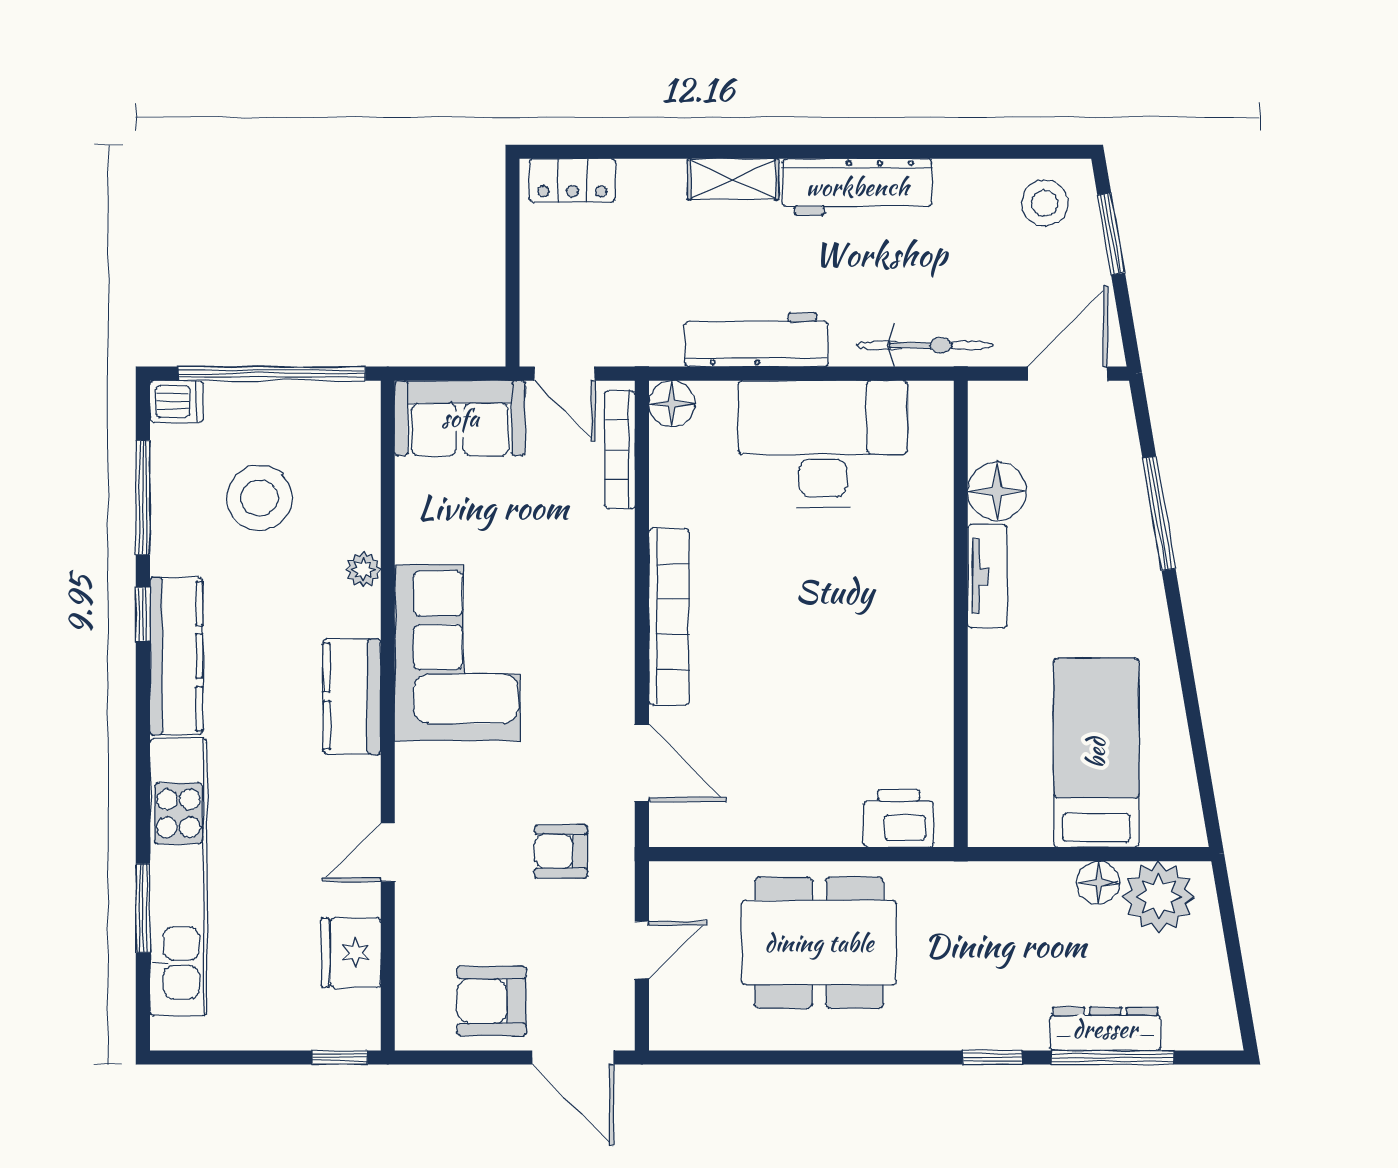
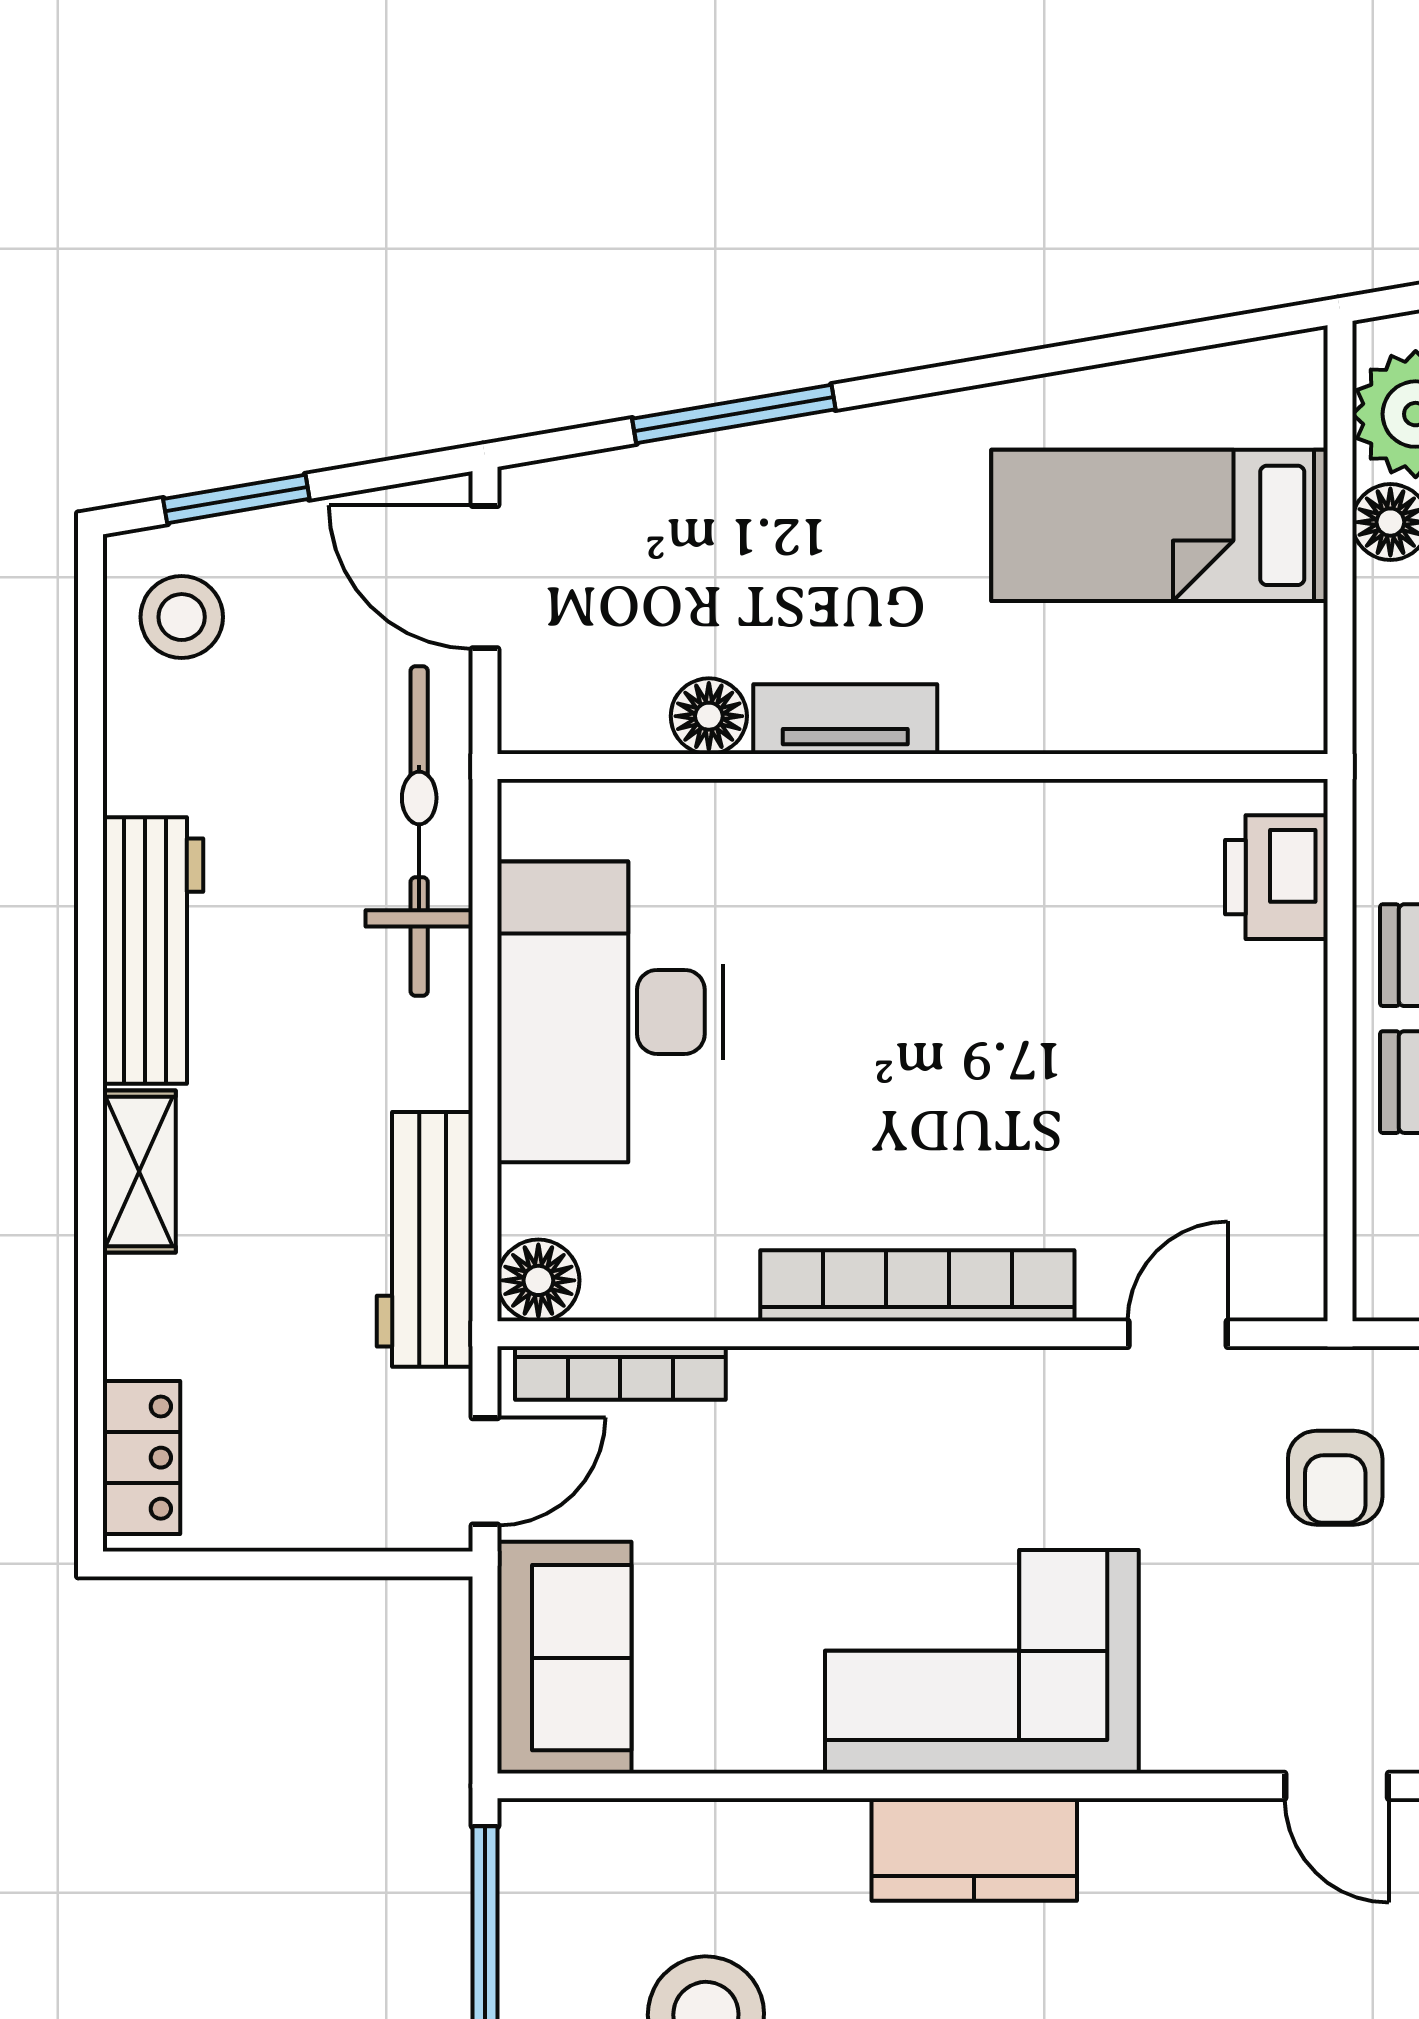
workbench: (756, 340) -> (425, 1239), moved
bicycle: (925, 345) -> (419, 831), width x1.37, depth x1.40
floor lamp: (997, 491) -> (709, 716), width x0.73, depth x0.73
plant: (363, 570) -> (834, 1830), removed
kitchen counter: (352, 696) -> (974, 1850), moved
door: (642, 763) -> (1178, 1334), width x0.73

